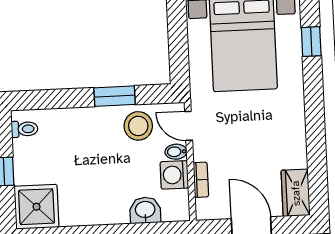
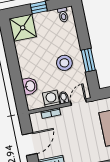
stool: (138, 126) -> (64, 63), moved

